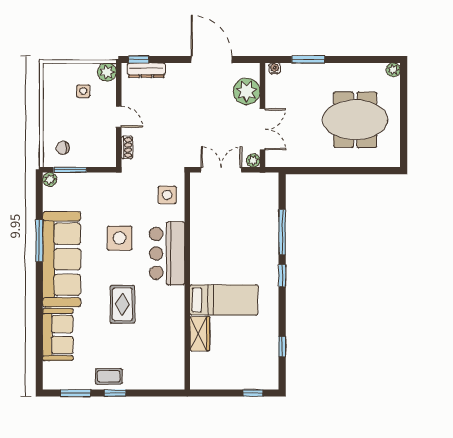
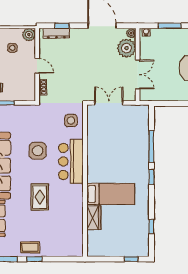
window: (139, 59) -> (62, 26), moved
plant: (253, 161) -> (131, 33), moved

